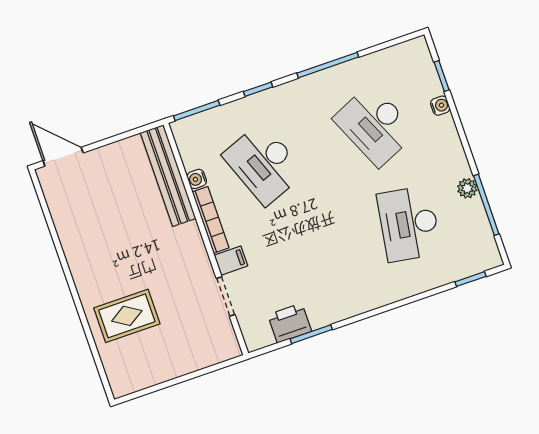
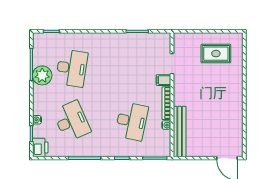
desk: (264, 164) -> (132, 121), turned 33
plant: (467, 188) -> (42, 75), width x1.88, depth x1.88
rug: (127, 316) -> (216, 54), moved
printer: (290, 323) -> (40, 147), moved, turned -90

